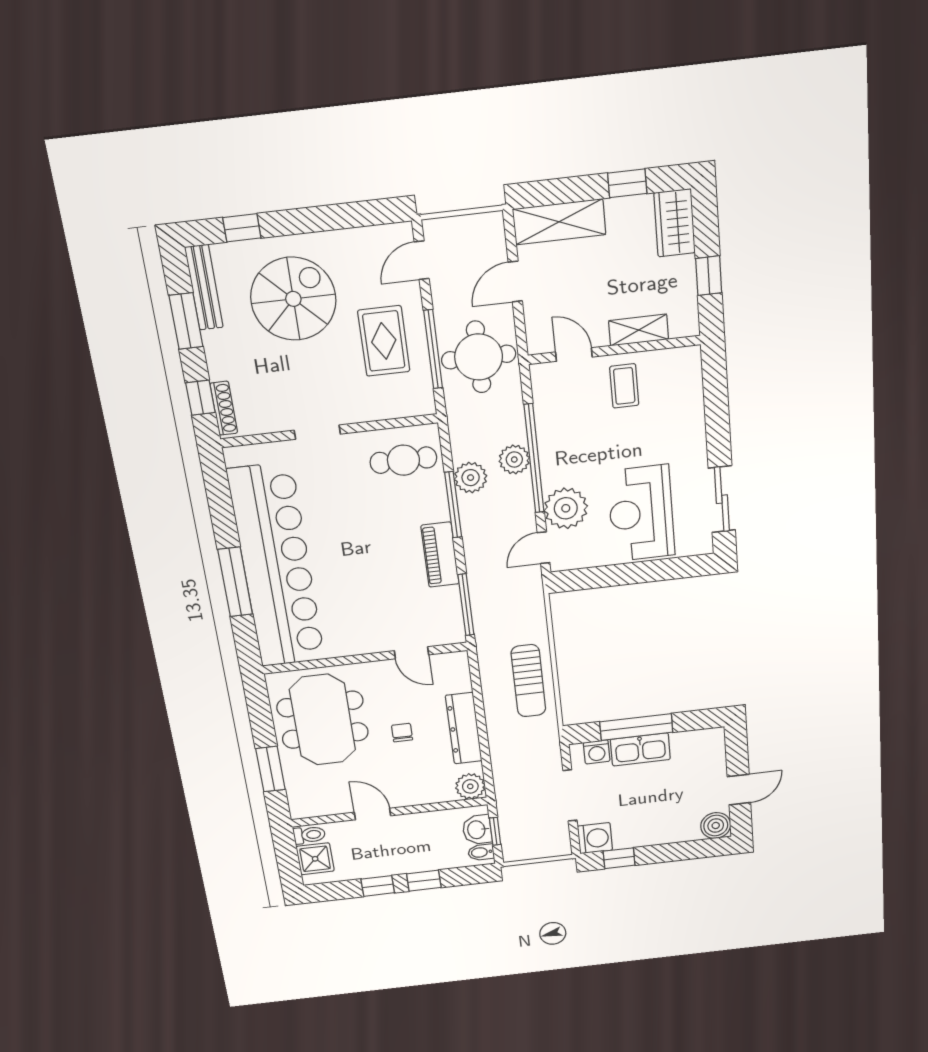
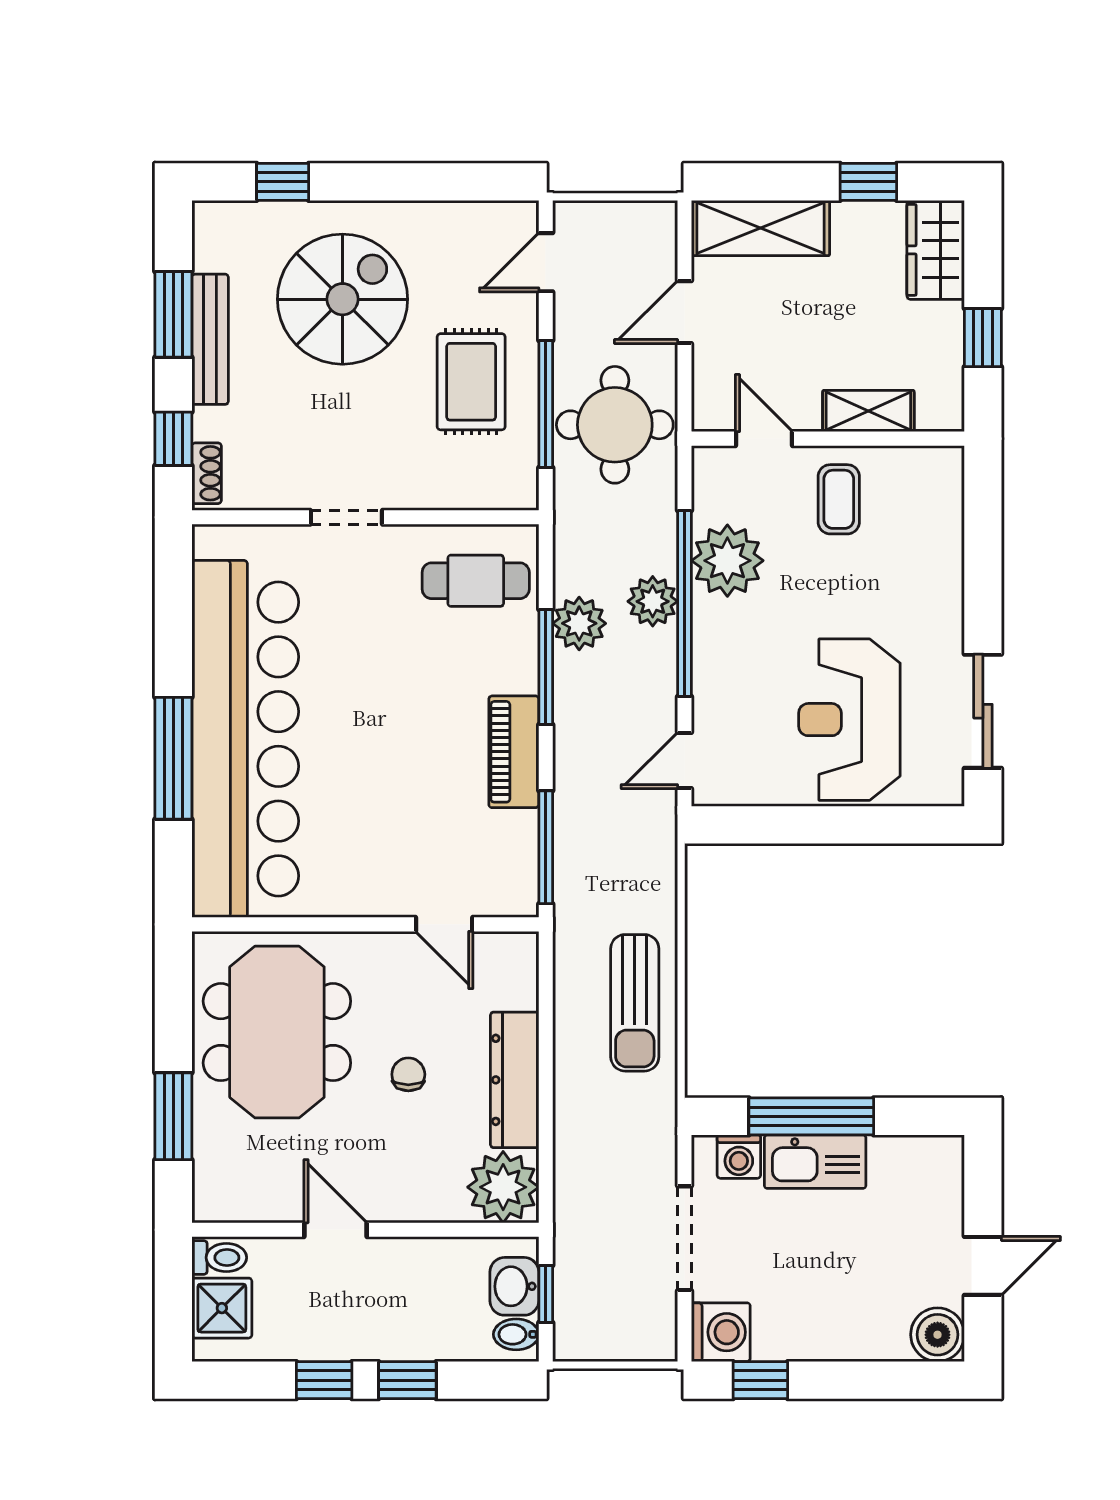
bench: (204, 287) -> (210, 339), moved
shoe rack: (224, 408) -> (207, 473), width x0.70
plant: (566, 508) -> (727, 561), moved
plant: (470, 786) -> (503, 1187), width x1.36, depth x1.36

